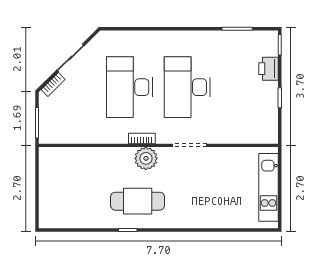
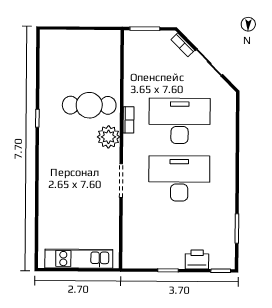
bookcase: (142, 138) -> (128, 120), moved
cafe table: (138, 201) -> (89, 105), moved, turned 90

